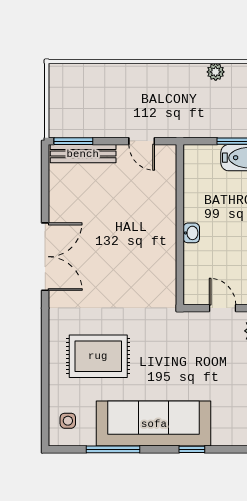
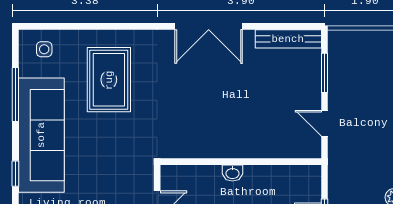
window: (73, 141) -> (324, 73), moved
door: (142, 141) -> (324, 123), hinge flipped
bench: (83, 154) -> (288, 39), moved, turned 90

